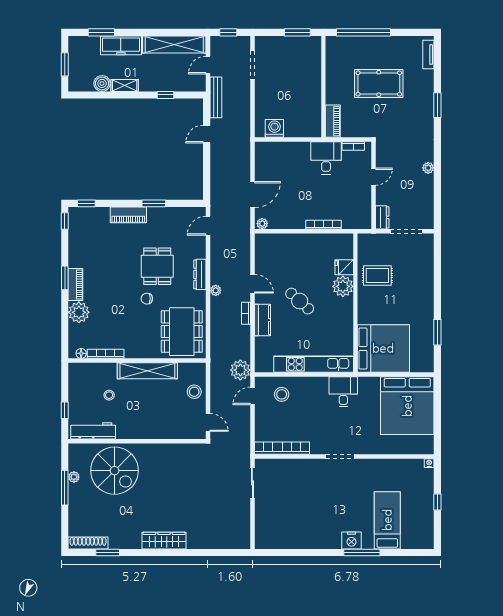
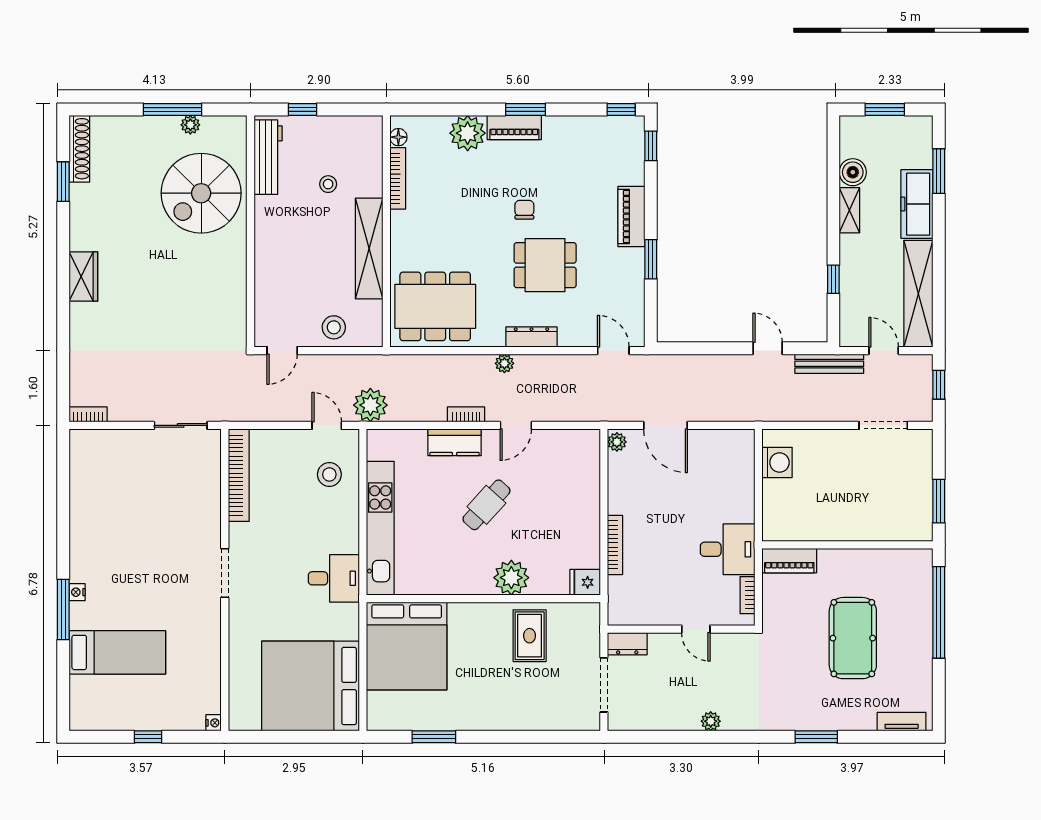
fridge: (344, 267) -> (585, 582), moved, turned -90
chair: (147, 299) -> (524, 210), moved
bookcase: (246, 538) -> (88, 414), added
nightstand: (352, 540) -> (77, 592), width x0.53, depth x0.56
wardrobe: (164, 541) -> (83, 277), width x0.67

